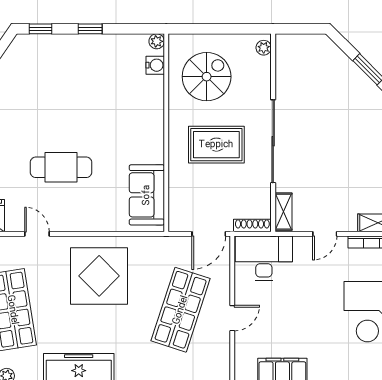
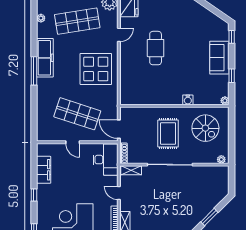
window: (90, 29) -> (232, 76), moved
water cooler: (155, 65) -> (188, 100), moved
sofa: (147, 195) -> (219, 58), moved, turned -90

